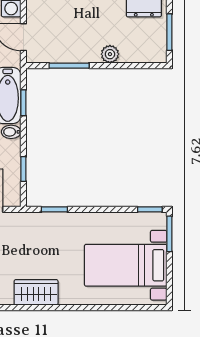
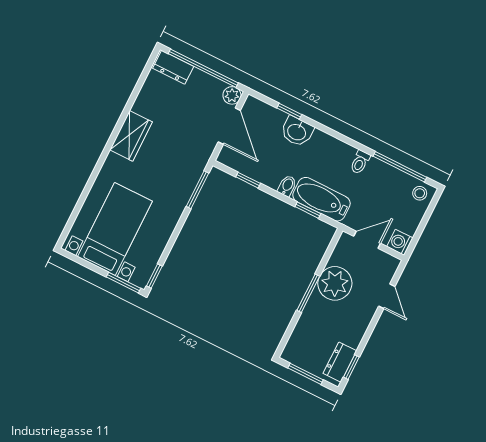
plant: (110, 54) -> (335, 283), moved, width x1.88, depth x1.88
window: (69, 66) -> (308, 293), moved
window: (54, 209) -> (197, 190), width x1.50

